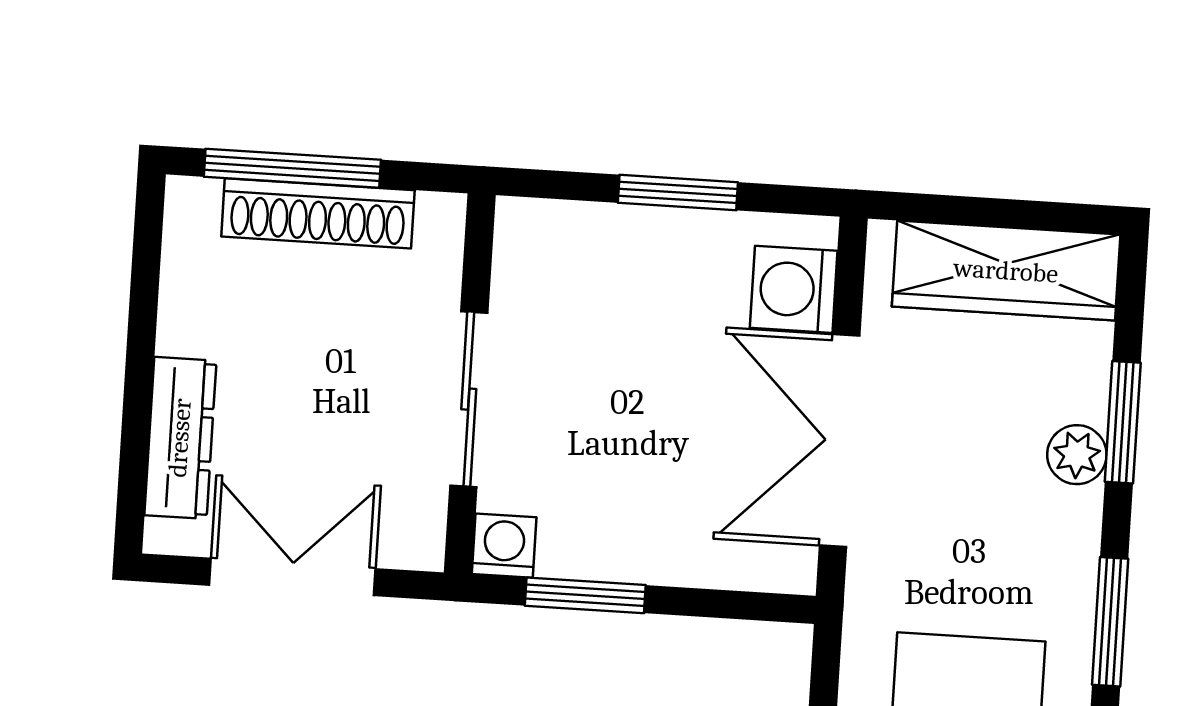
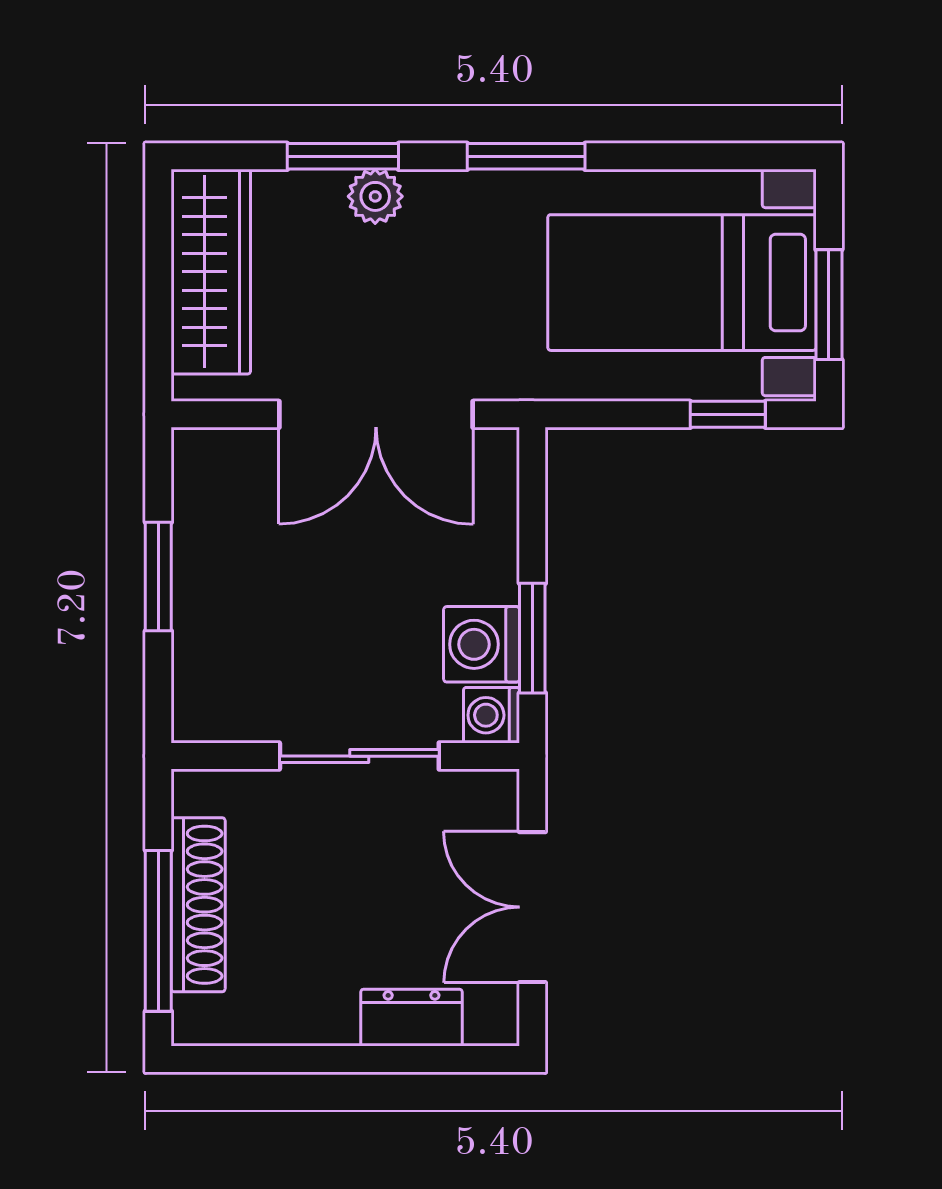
washing machine: (794, 289) -> (482, 644), moved, turned 90
dresser: (180, 438) -> (411, 1018), width x0.70

